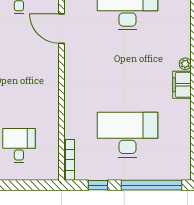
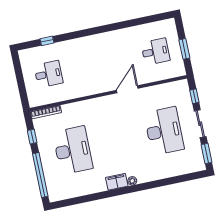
door: (61, 29) -> (127, 89), moved

